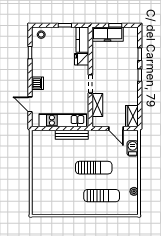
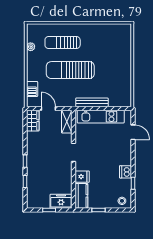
freezer: (108, 34) -> (61, 201), width x0.71
dishwasher: (38, 83) -> (126, 172), moved
shelving: (97, 105) -> (67, 122), moved
sun lounger: (94, 168) -> (70, 70), width x1.36, depth x1.34

